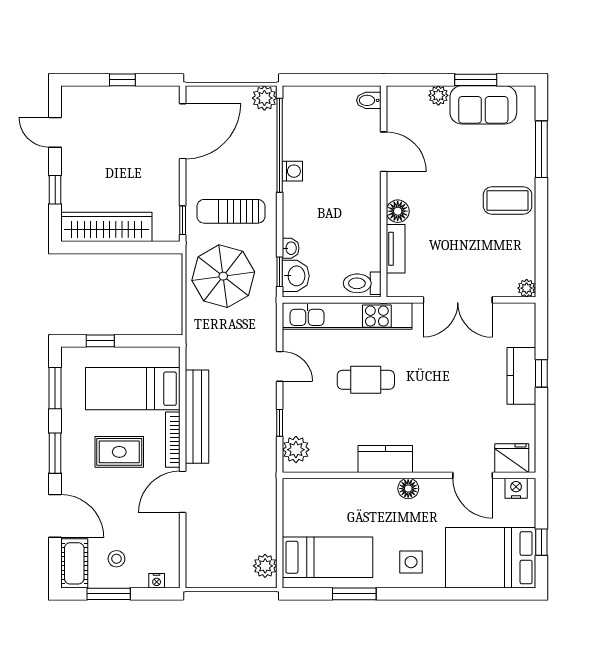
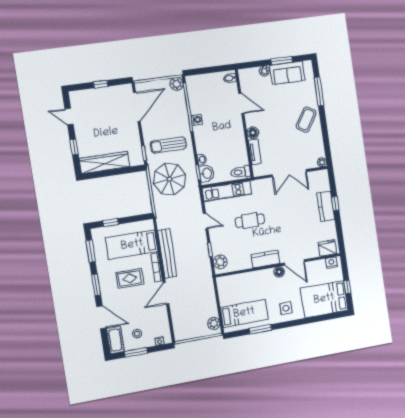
coffee table: (508, 200) -> (306, 120), turned -57
kitchen unit: (347, 316) -> (227, 191), width x0.73
door: (473, 475) -> (294, 262), moved

